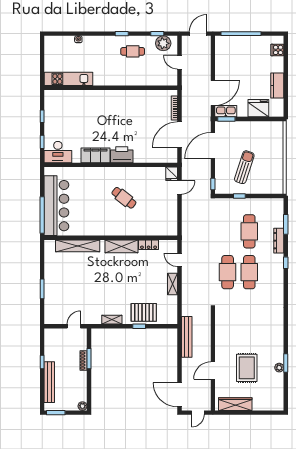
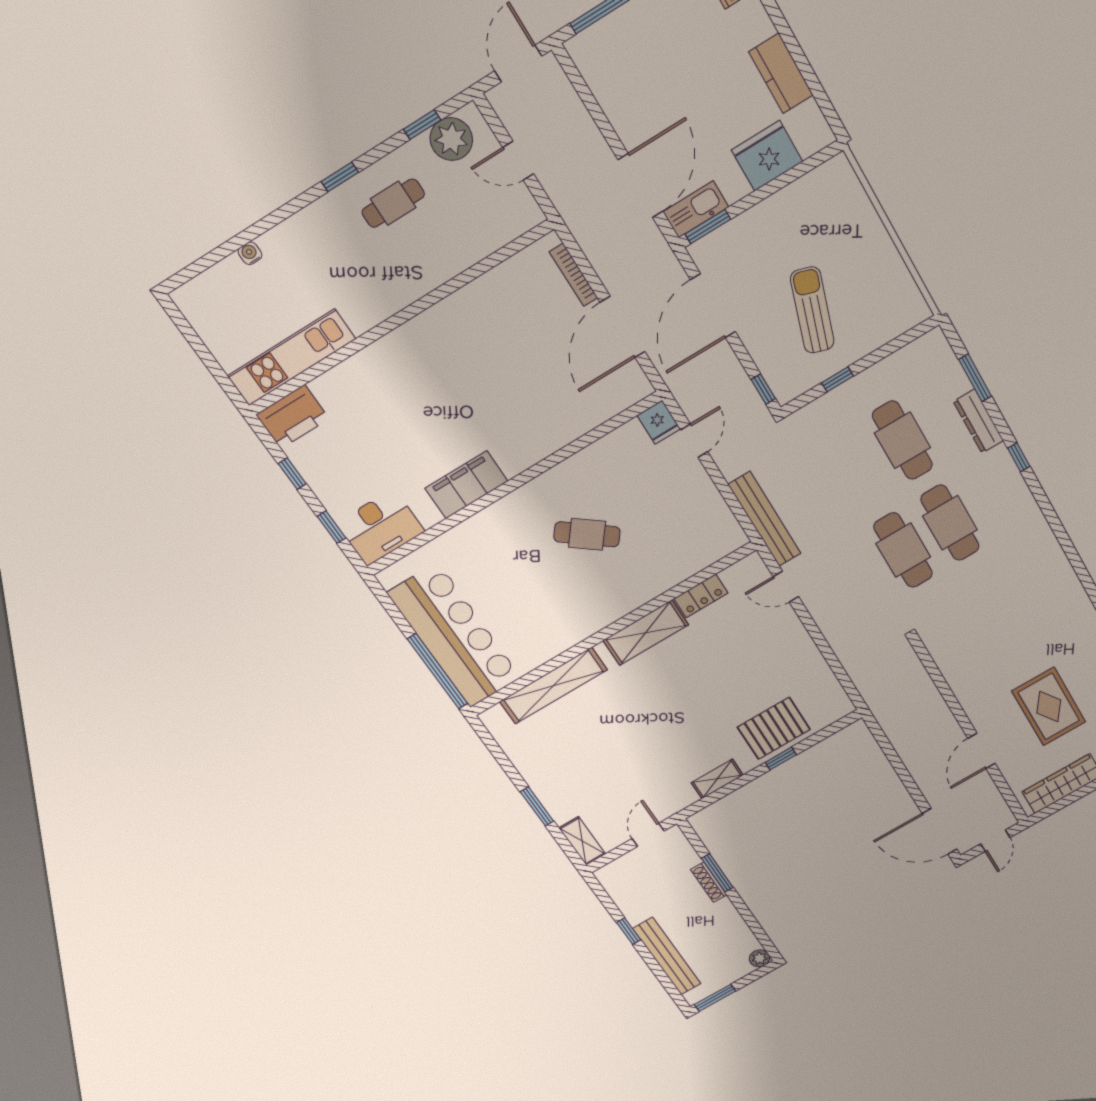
printer: (122, 155) -> (293, 417), moved, turned 180
shelving: (173, 284) -> (582, 841), moved
bench: (187, 337) -> (765, 519), moved

